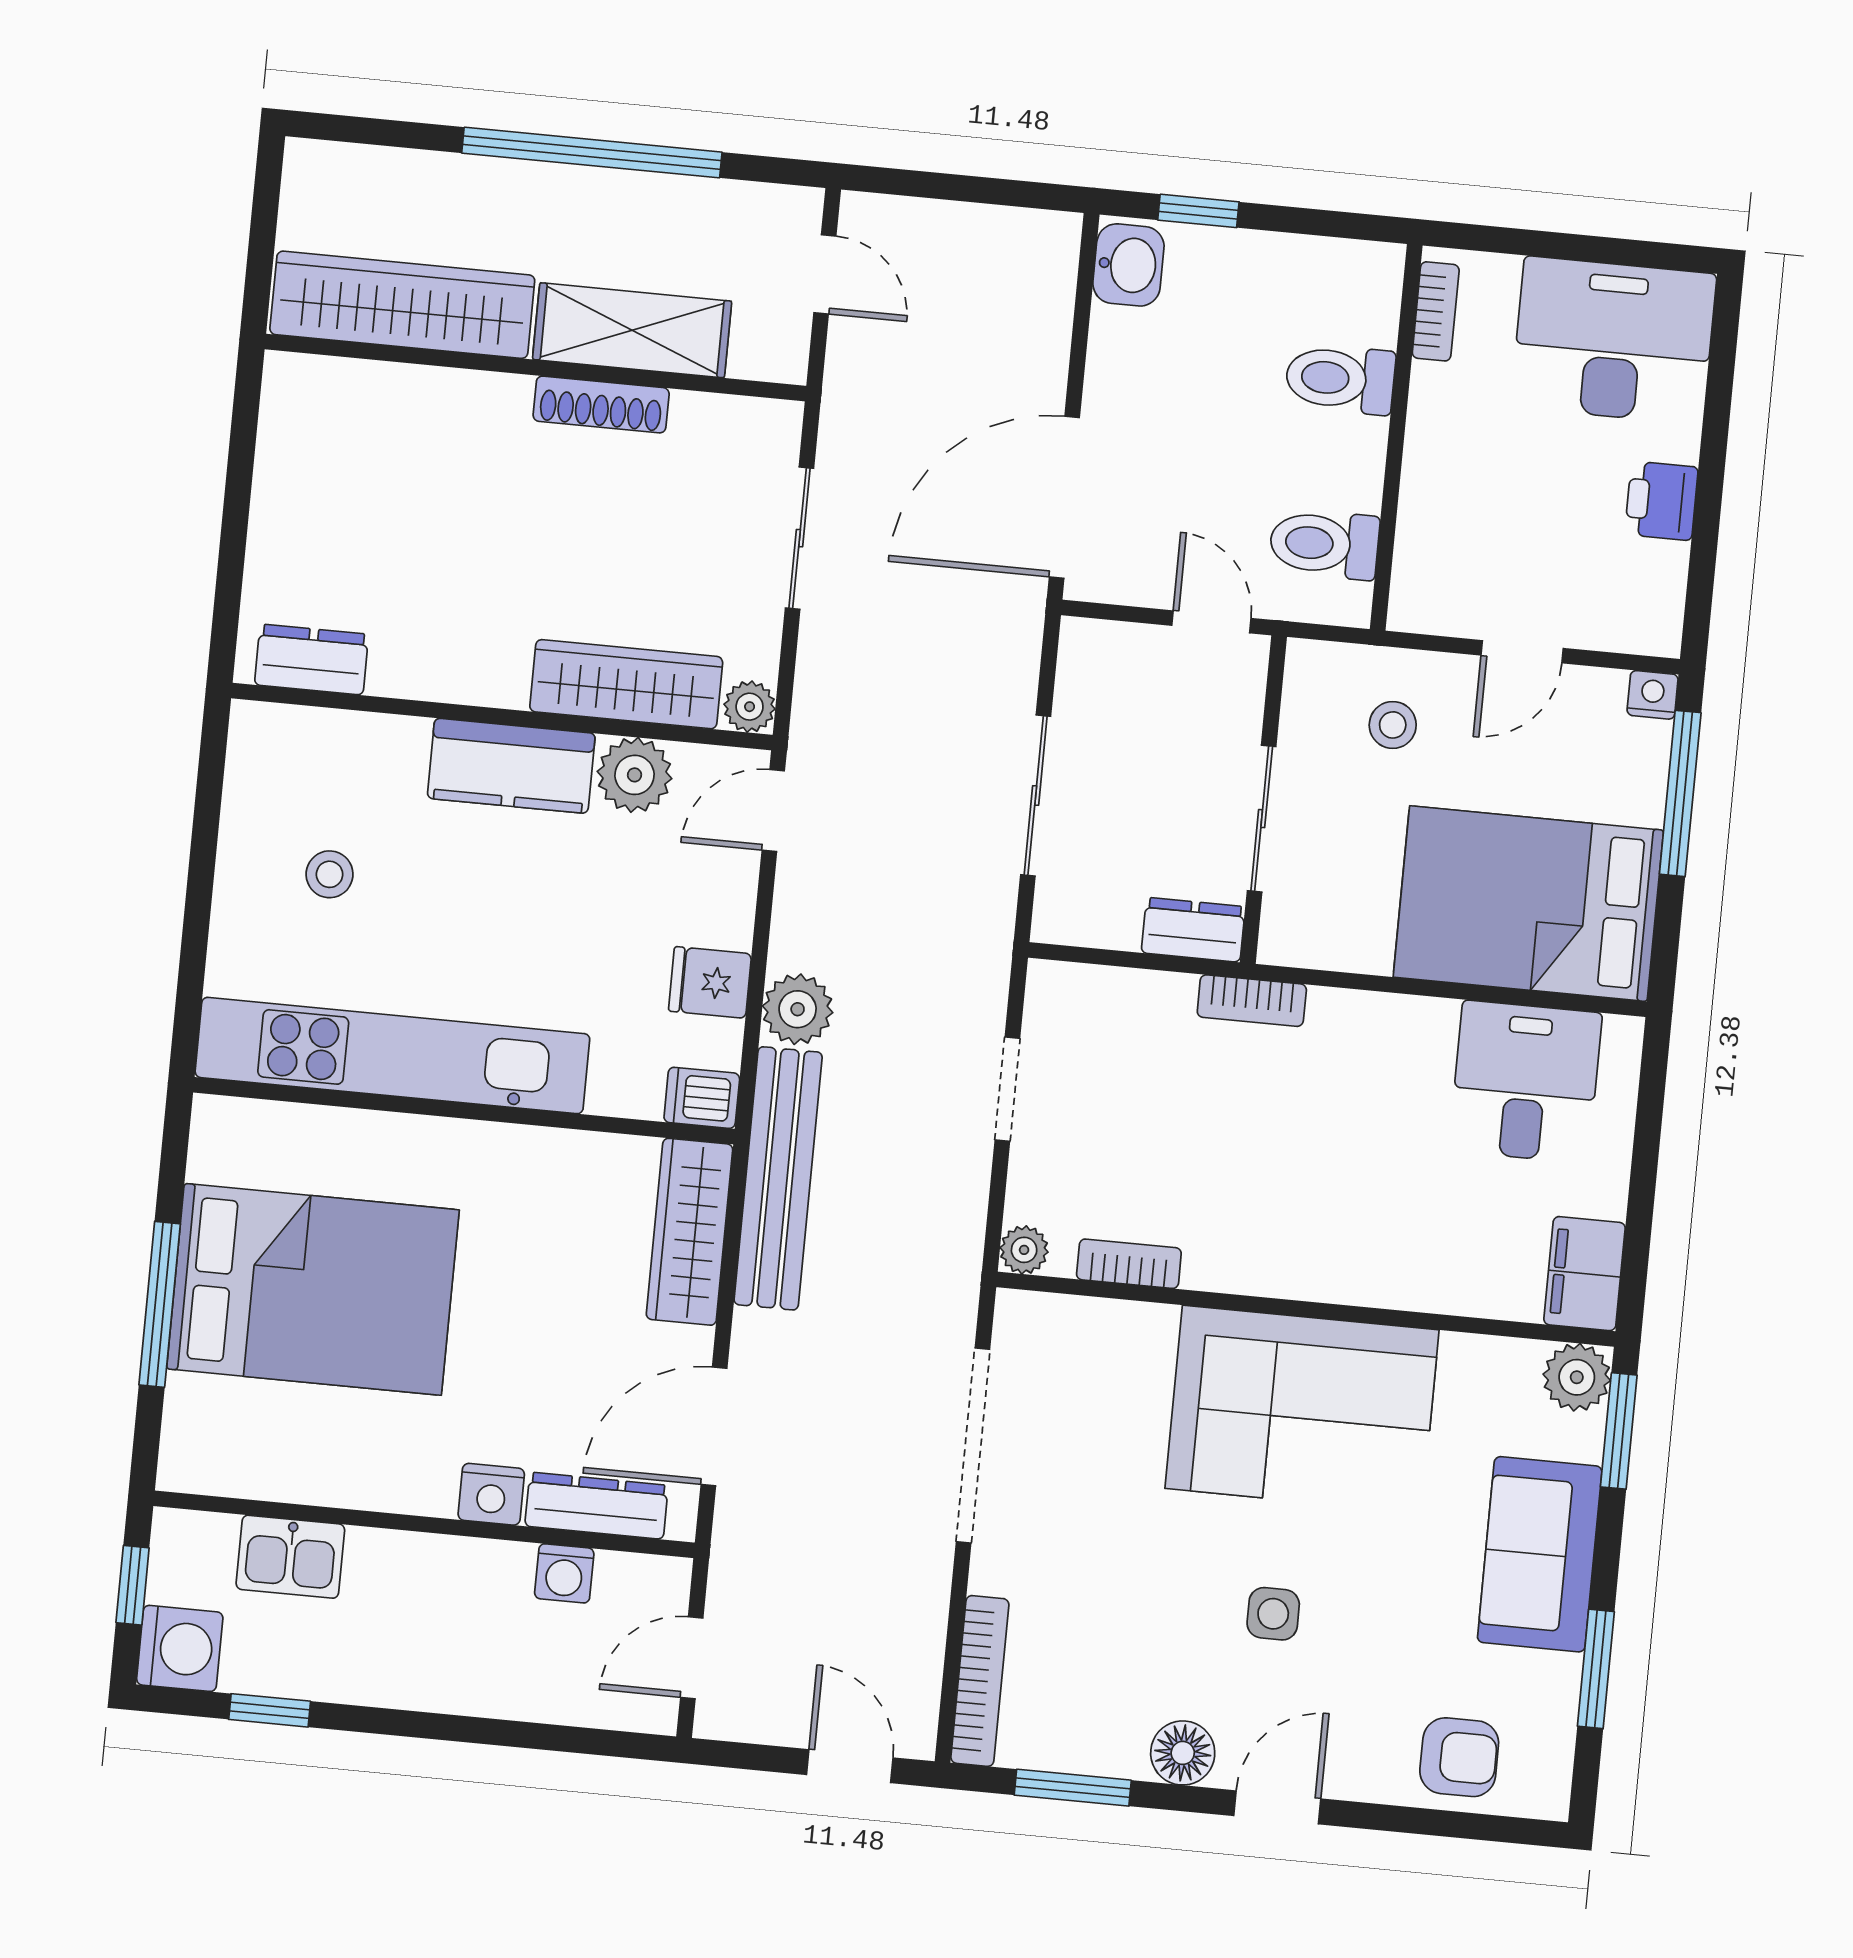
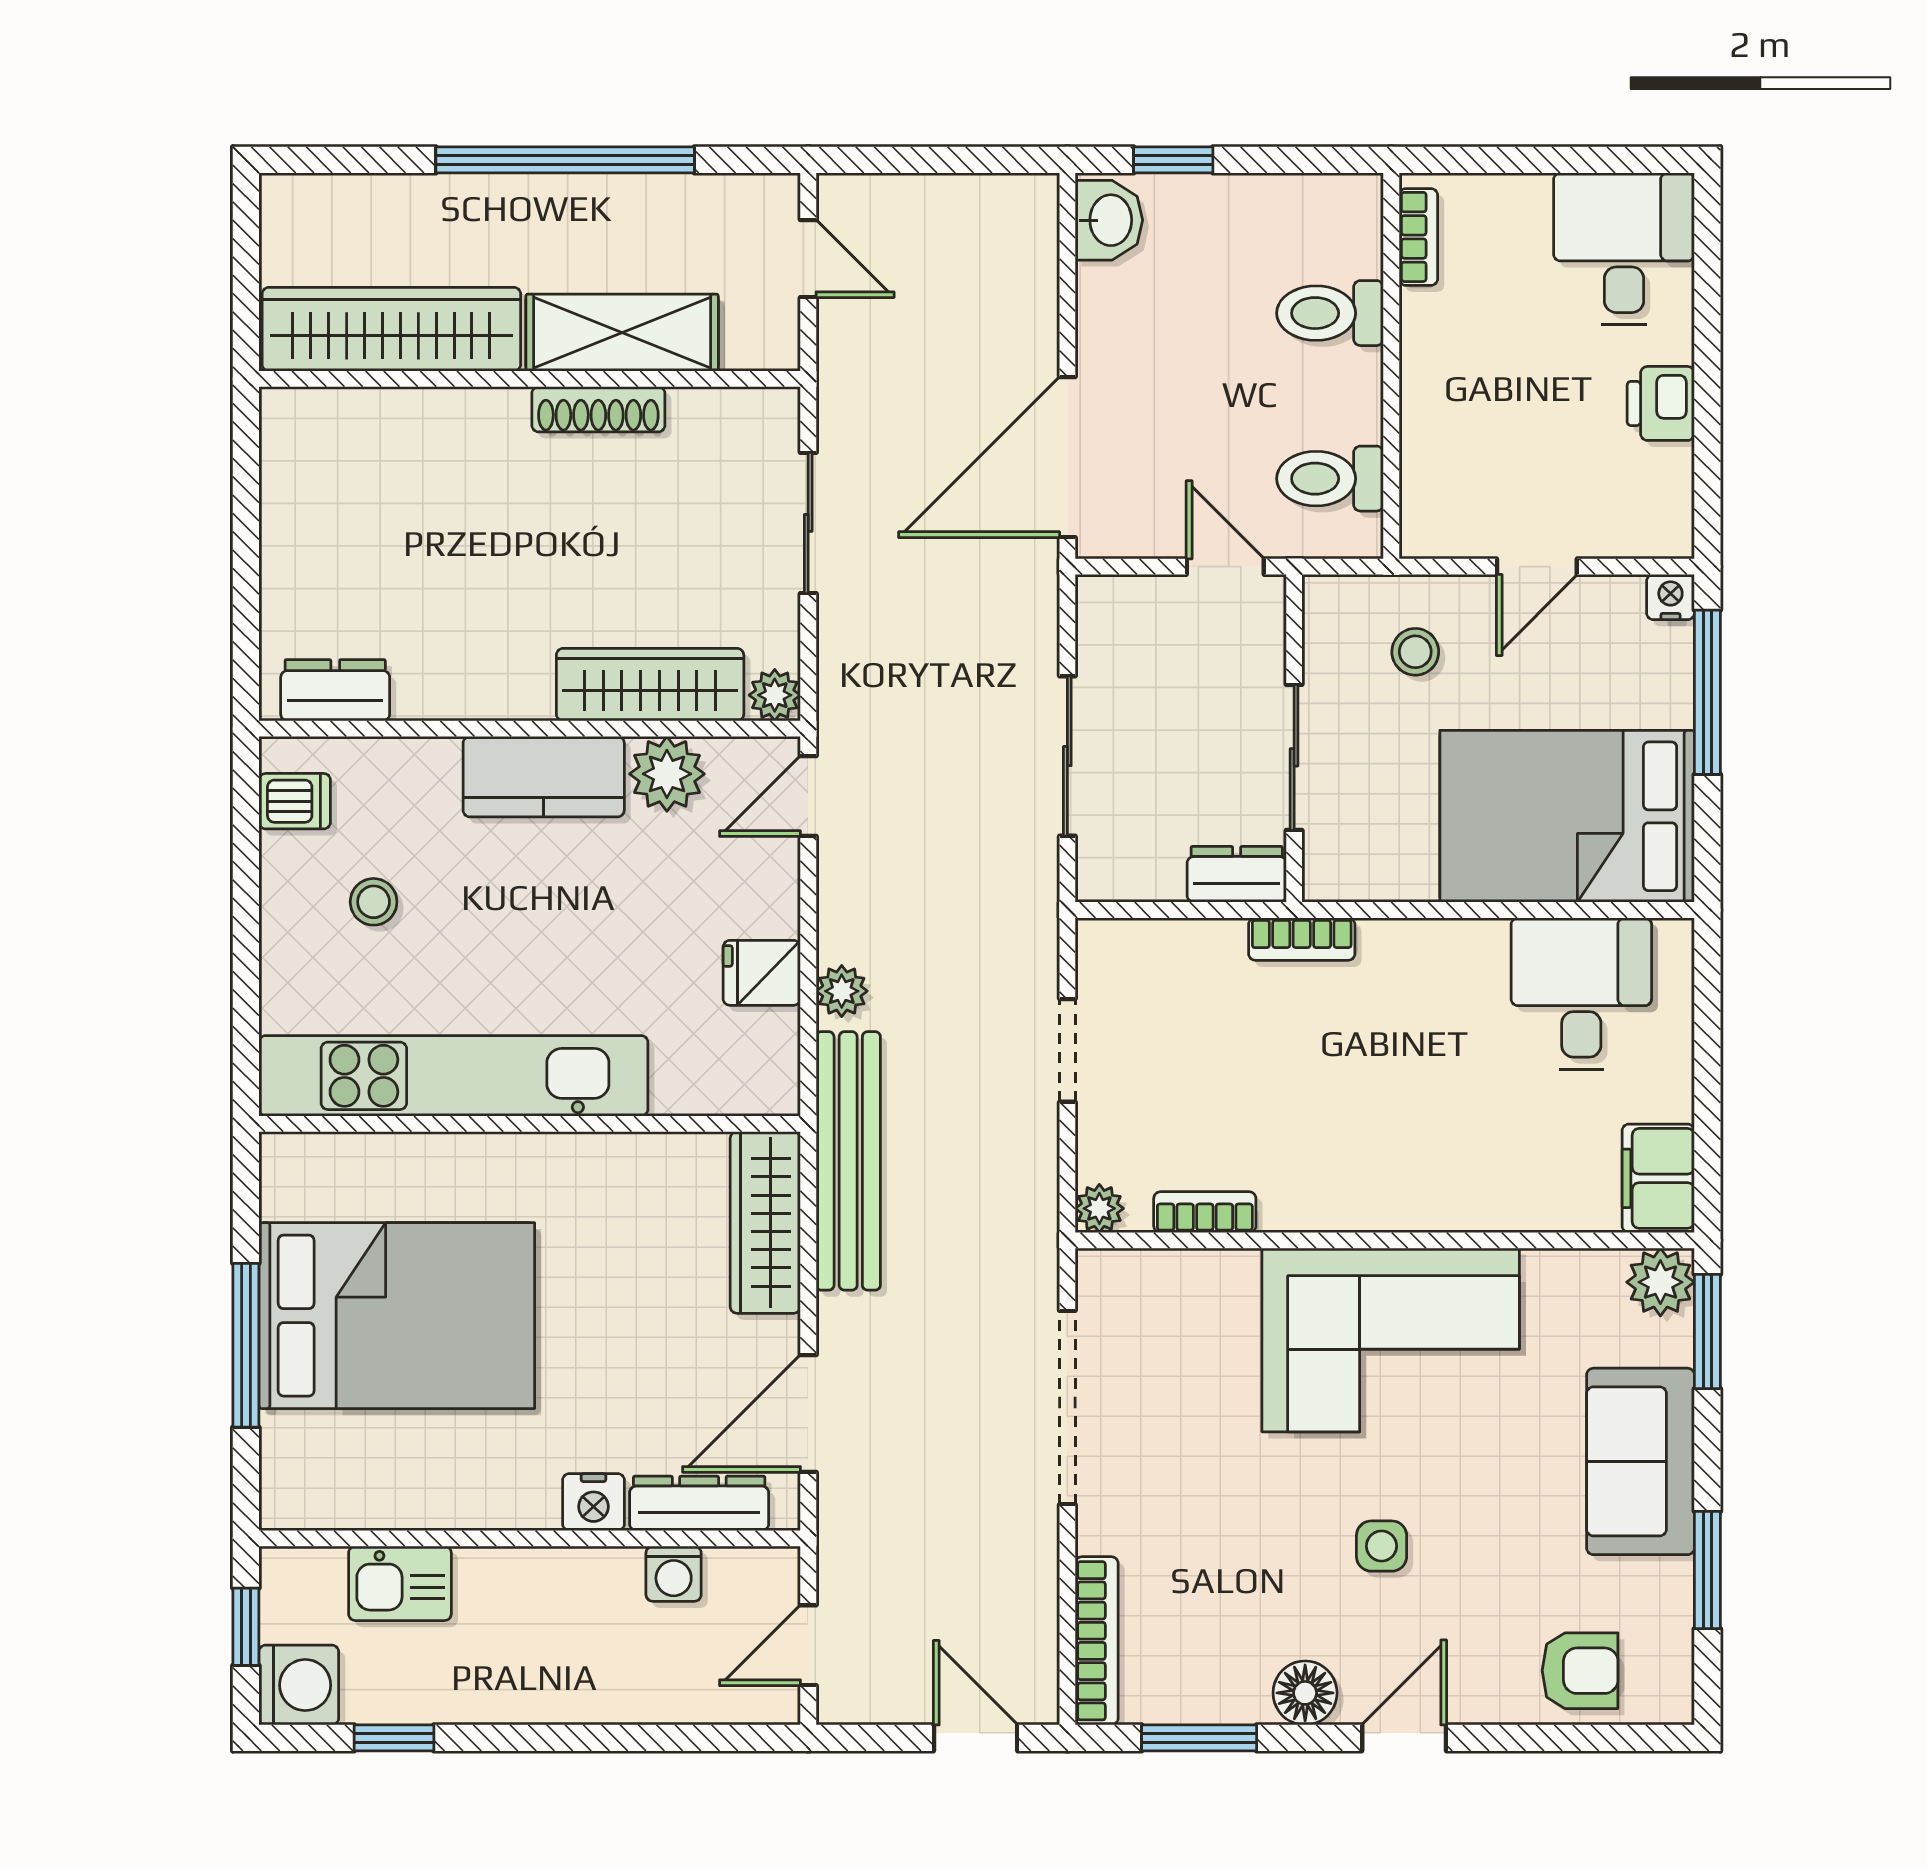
desk: (1613, 340) -> (1624, 249), width x0.73
plant: (798, 1009) -> (842, 991), width x0.73, depth x0.73
dishwasher: (702, 1098) -> (295, 801), moved, turned 180

